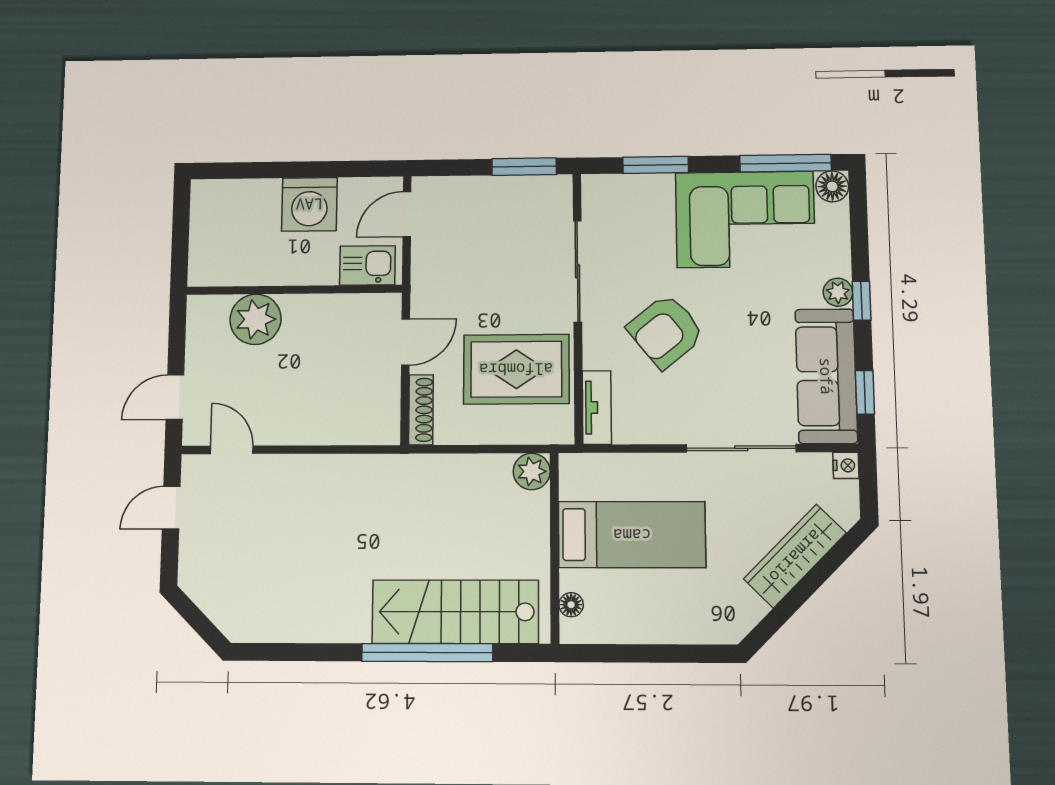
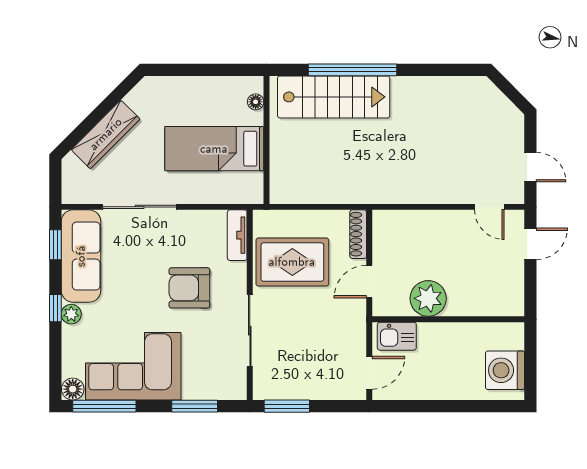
washing machine: (309, 204) -> (505, 370), moved, turned -90
plant: (256, 319) -> (428, 298), moved
armchair: (666, 331) -> (189, 288), turned -141
nightstand: (846, 465) -> (70, 195), removed
plant: (532, 471) -> (282, 191), removed
door: (171, 508) -> (530, 167), hinge flipped

